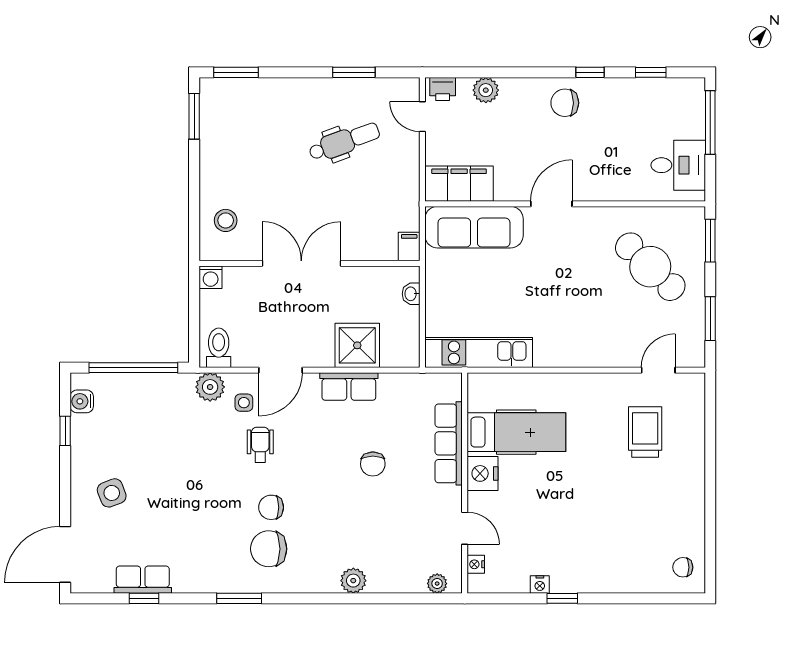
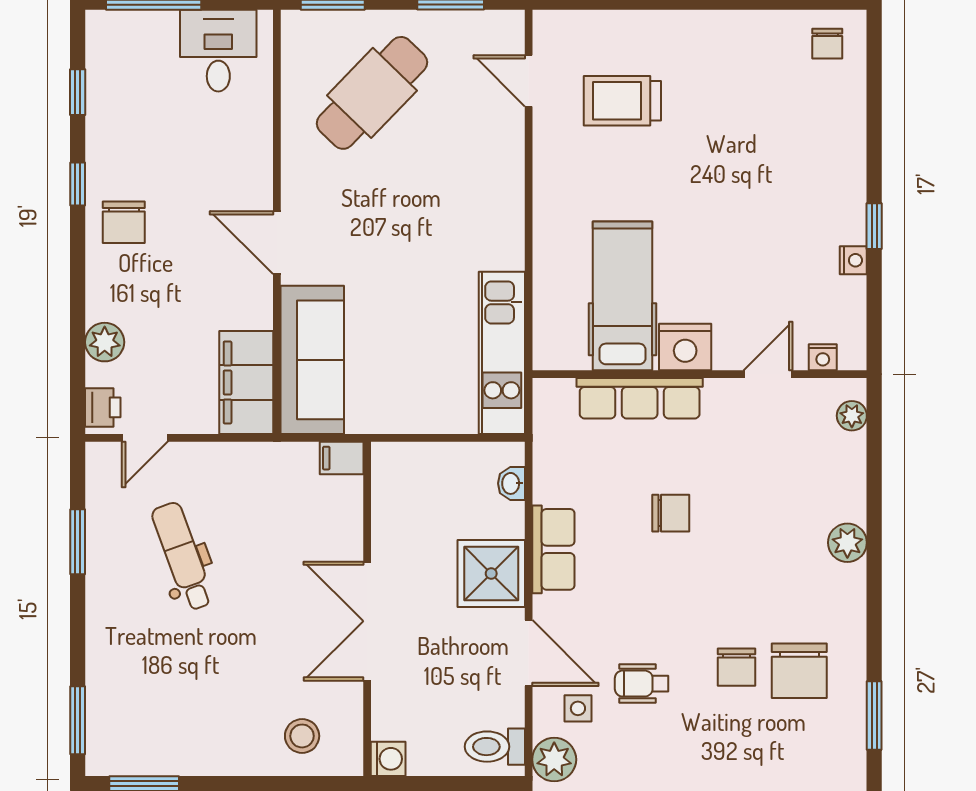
washbasin: (411, 294) -> (511, 483), moved, turned 90
shower: (357, 345) -> (491, 574), moved

